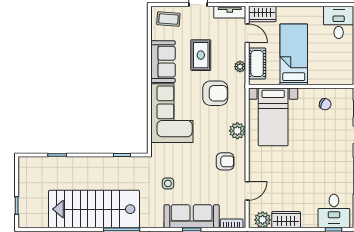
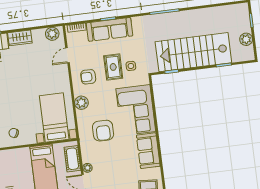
rug: (201, 55) -> (113, 67), moved
plant: (240, 67) -> (87, 168), moved
armchair: (215, 93) -> (103, 131), turned -90
plant: (26, 183) -> (246, 39), added
side table: (168, 183) -> (131, 66), moved
stairs: (94, 209) -> (193, 52), moved, turned 180
wardrobe: (286, 220) -> (20, 38), moved

